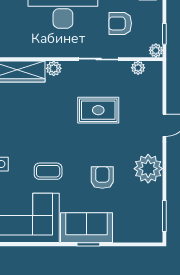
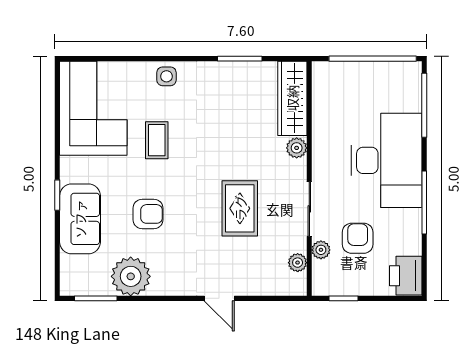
plant: (156, 50) -> (321, 250), moved
plant: (148, 169) -> (131, 276), moved
sofa: (86, 228) -> (80, 219), moved

